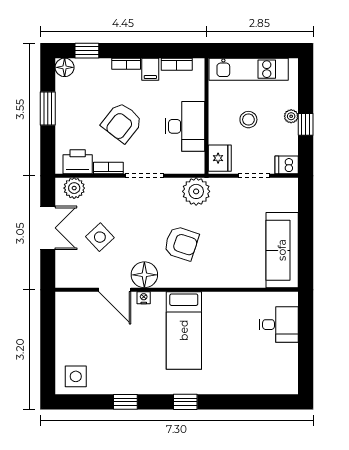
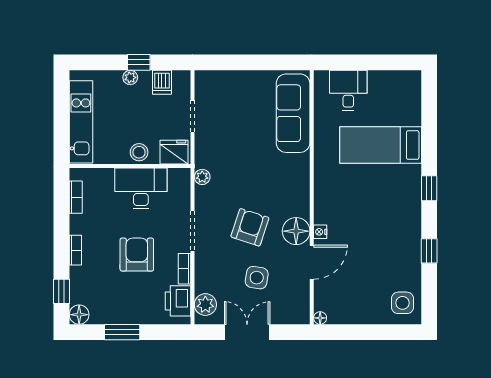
filing cabinet: (150, 69) -> (81, 225), removed
stool: (248, 120) -> (139, 152), moved
armchair: (122, 123) -> (137, 255), turned -128
dishwasher: (287, 165) -> (162, 82), moved
plant: (196, 191) -> (202, 177), width x0.53, depth x0.53
side table: (100, 237) -> (257, 278), turned -38
armchair: (181, 243) -> (250, 227), moved
sofa: (282, 250) -> (293, 113), moved, turned 90
floor lamp: (61, 298) -> (320, 318), added
bed: (184, 330) -> (381, 145), moved, turned 180

